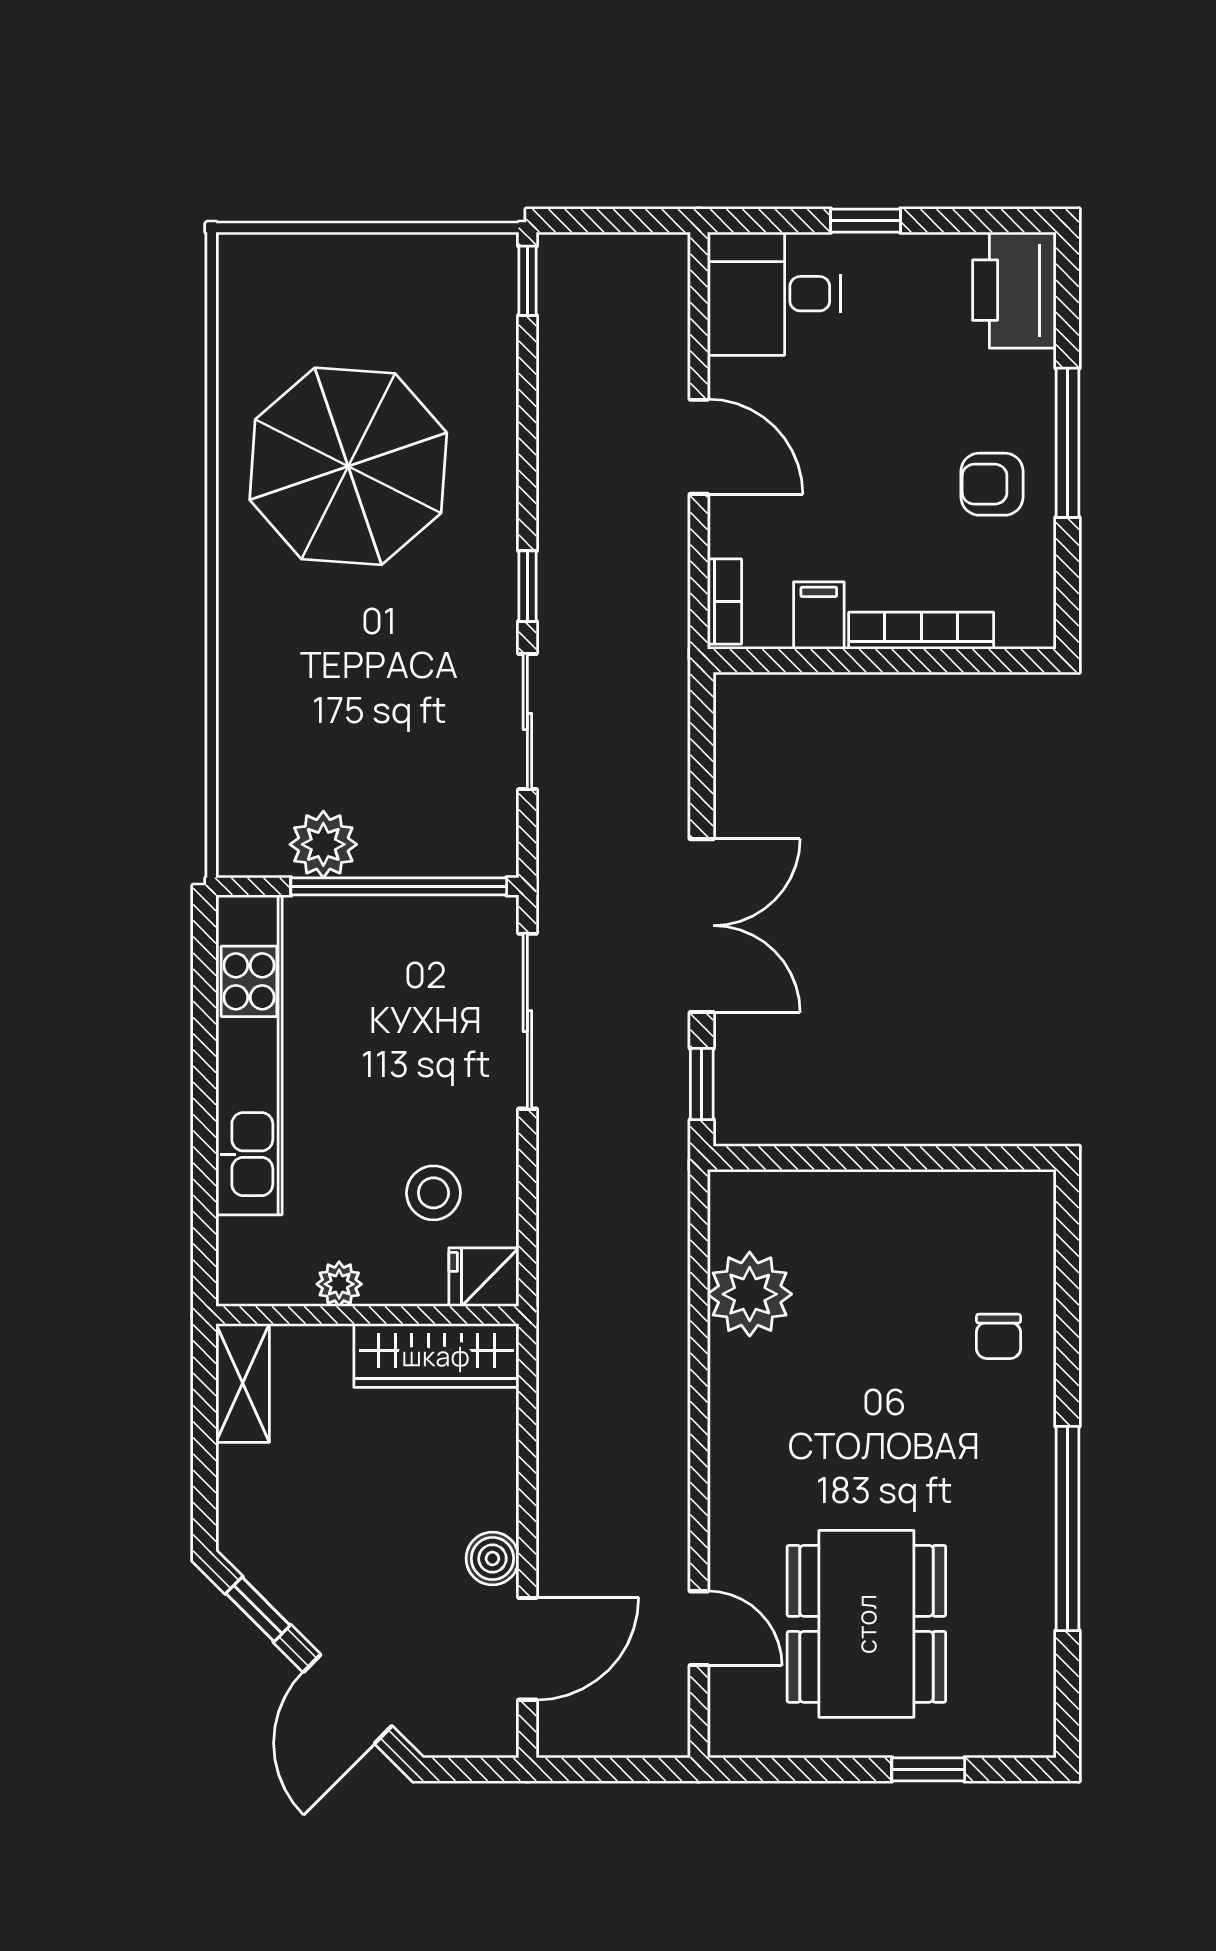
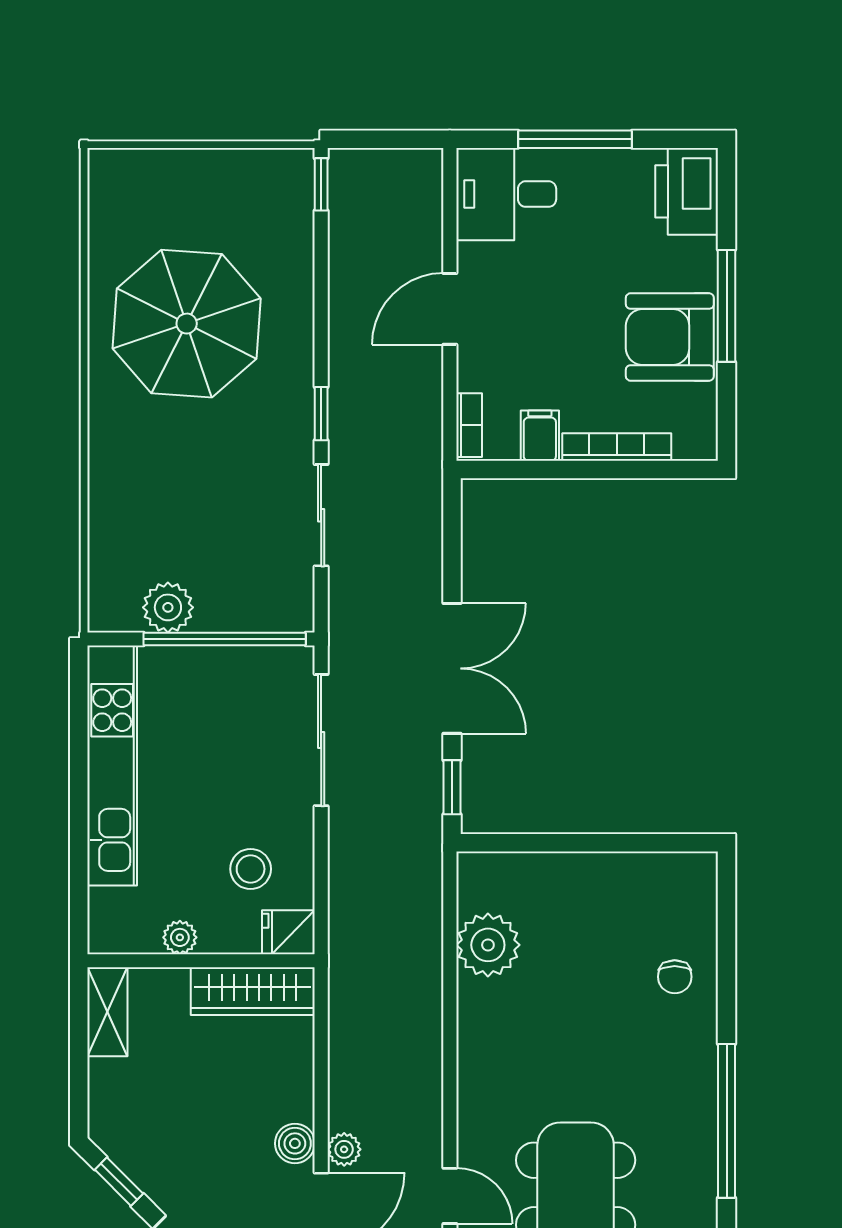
window: (866, 221) -> (575, 139), width x2.17
door: (699, 447) -> (450, 309), swing flipped
armchair: (992, 484) -> (670, 337), width x1.88, depth x1.88
plant: (558, 1566) -> (344, 1149), added

